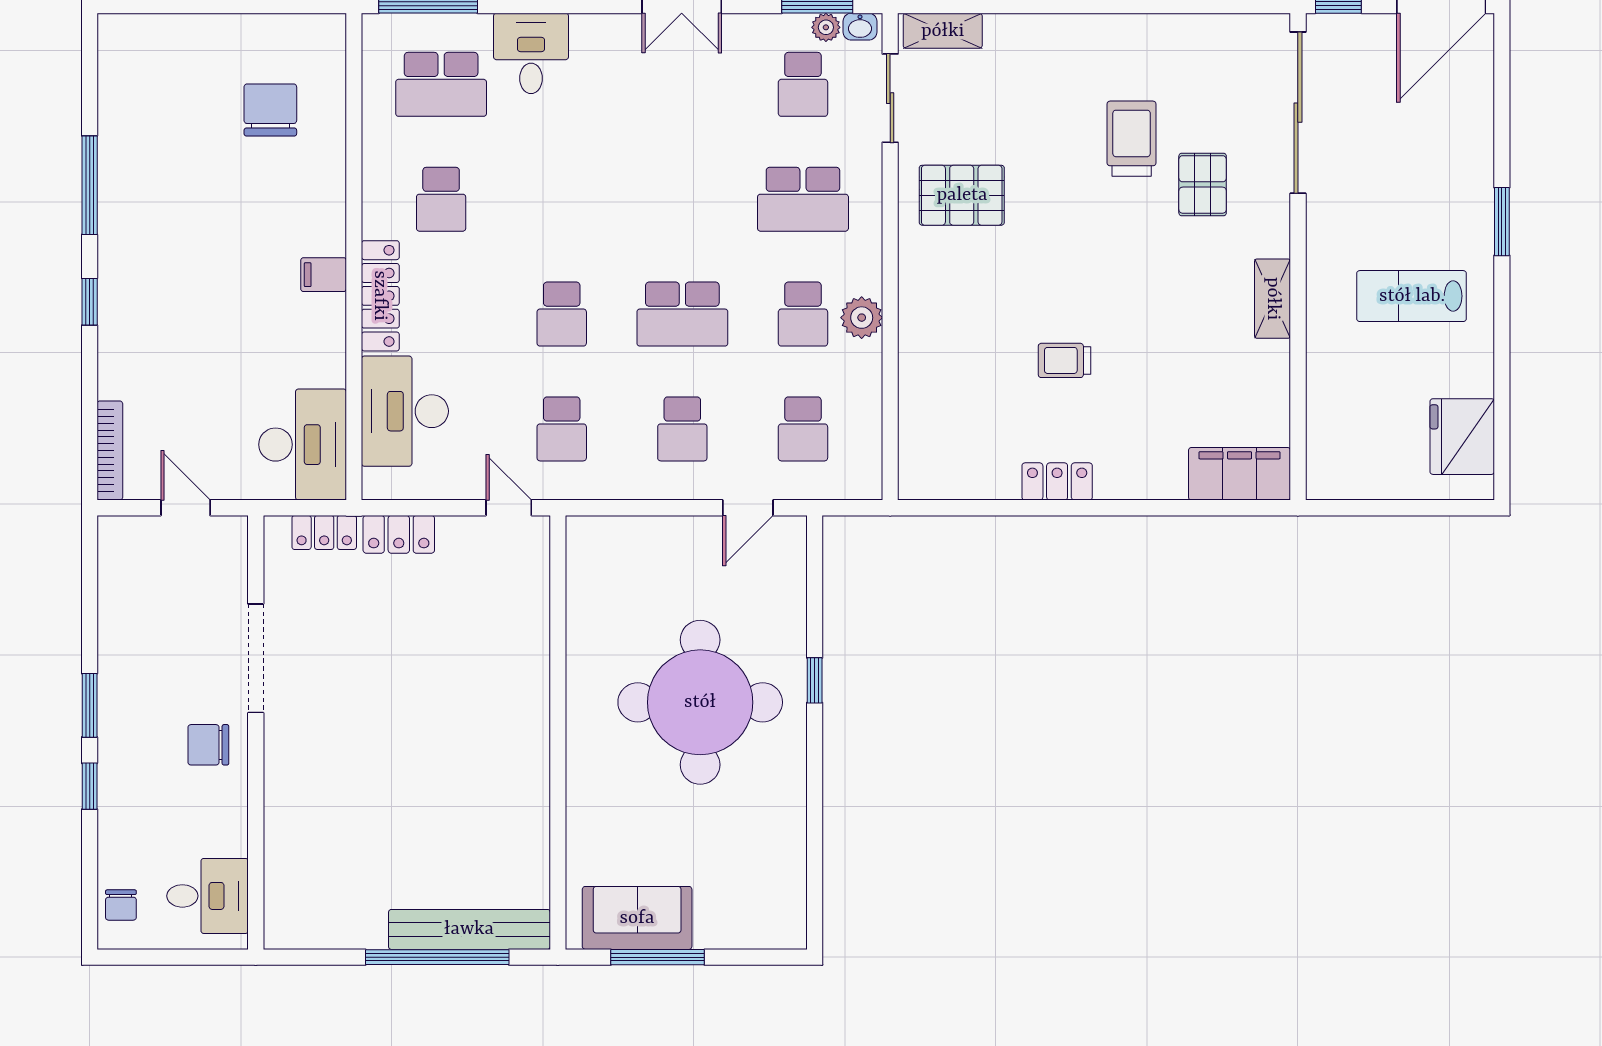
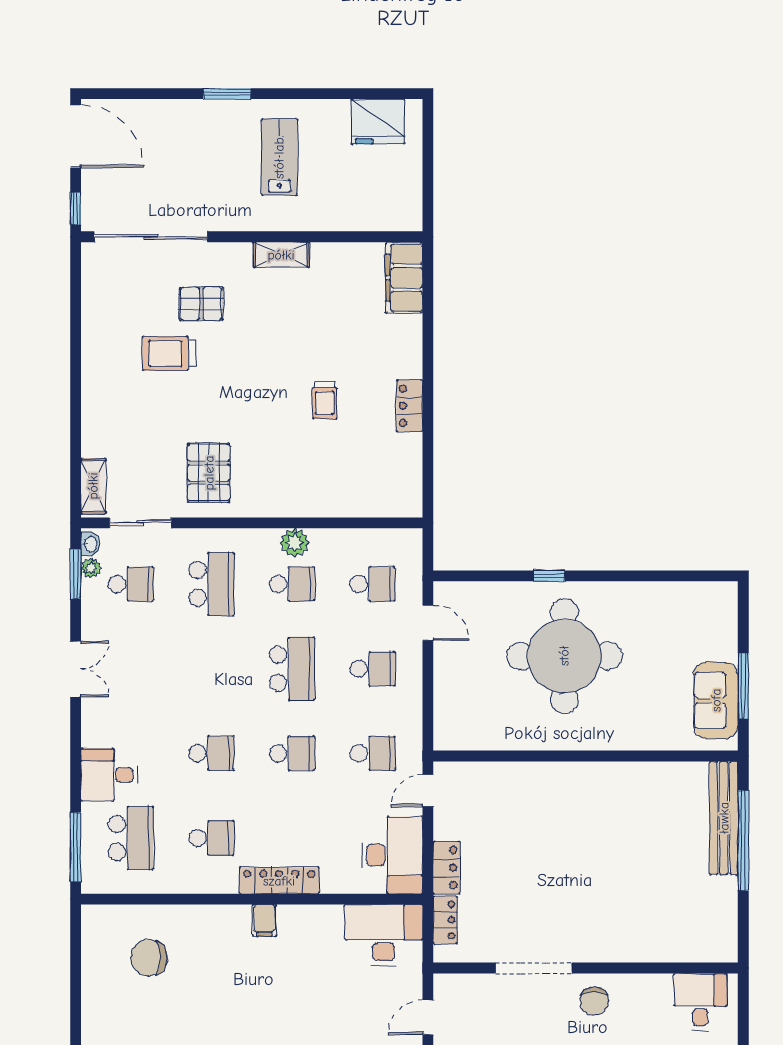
school desk: (562, 199) -> (211, 753), added
lab bench: (1412, 296) -> (279, 157), turned 180
desk: (405, 411) -> (392, 855), moved, turned -90

